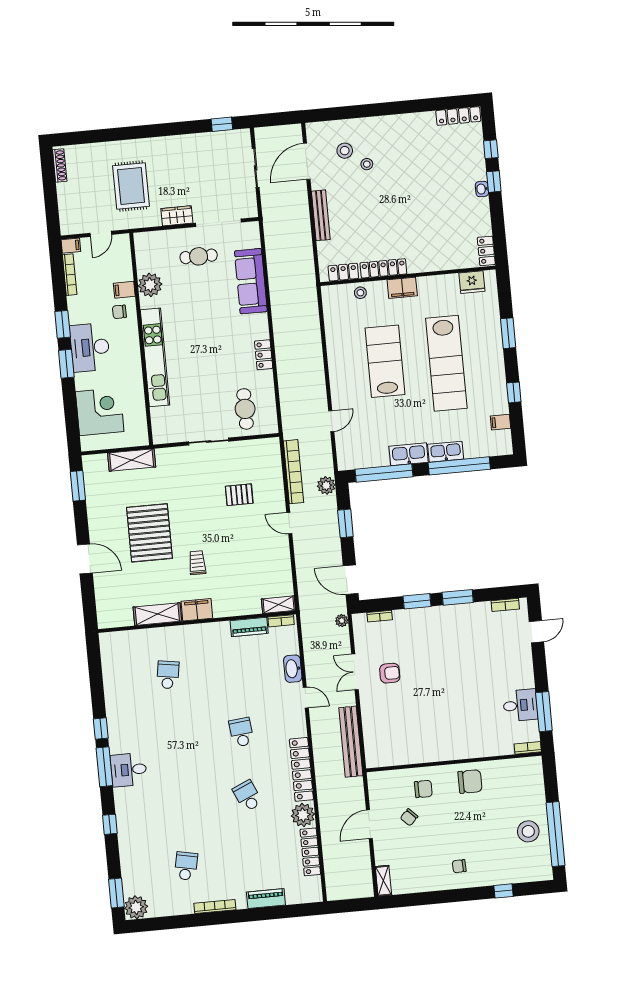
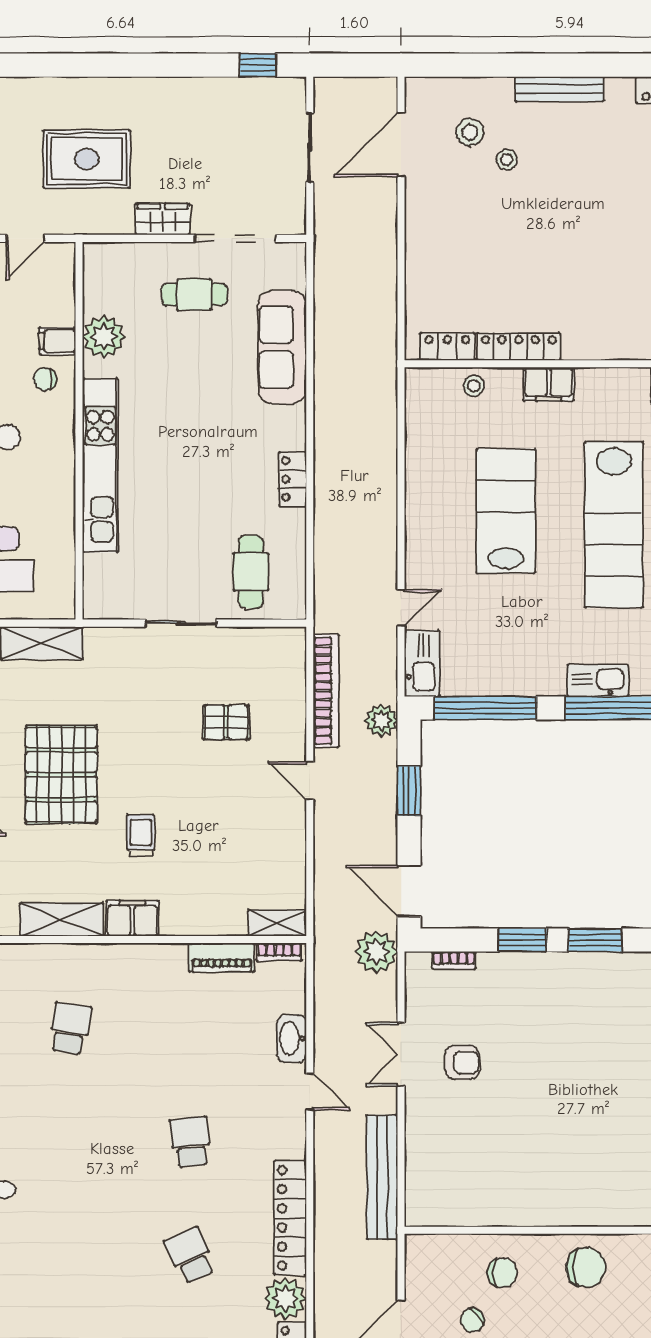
rug: (131, 186) -> (87, 159), turned 90
bench: (321, 215) -> (560, 89), moved, turned 90
kitchen sink: (409, 454) -> (422, 663), moved, turned 90
plant: (342, 621) -> (376, 952), width x1.87, depth x1.87

